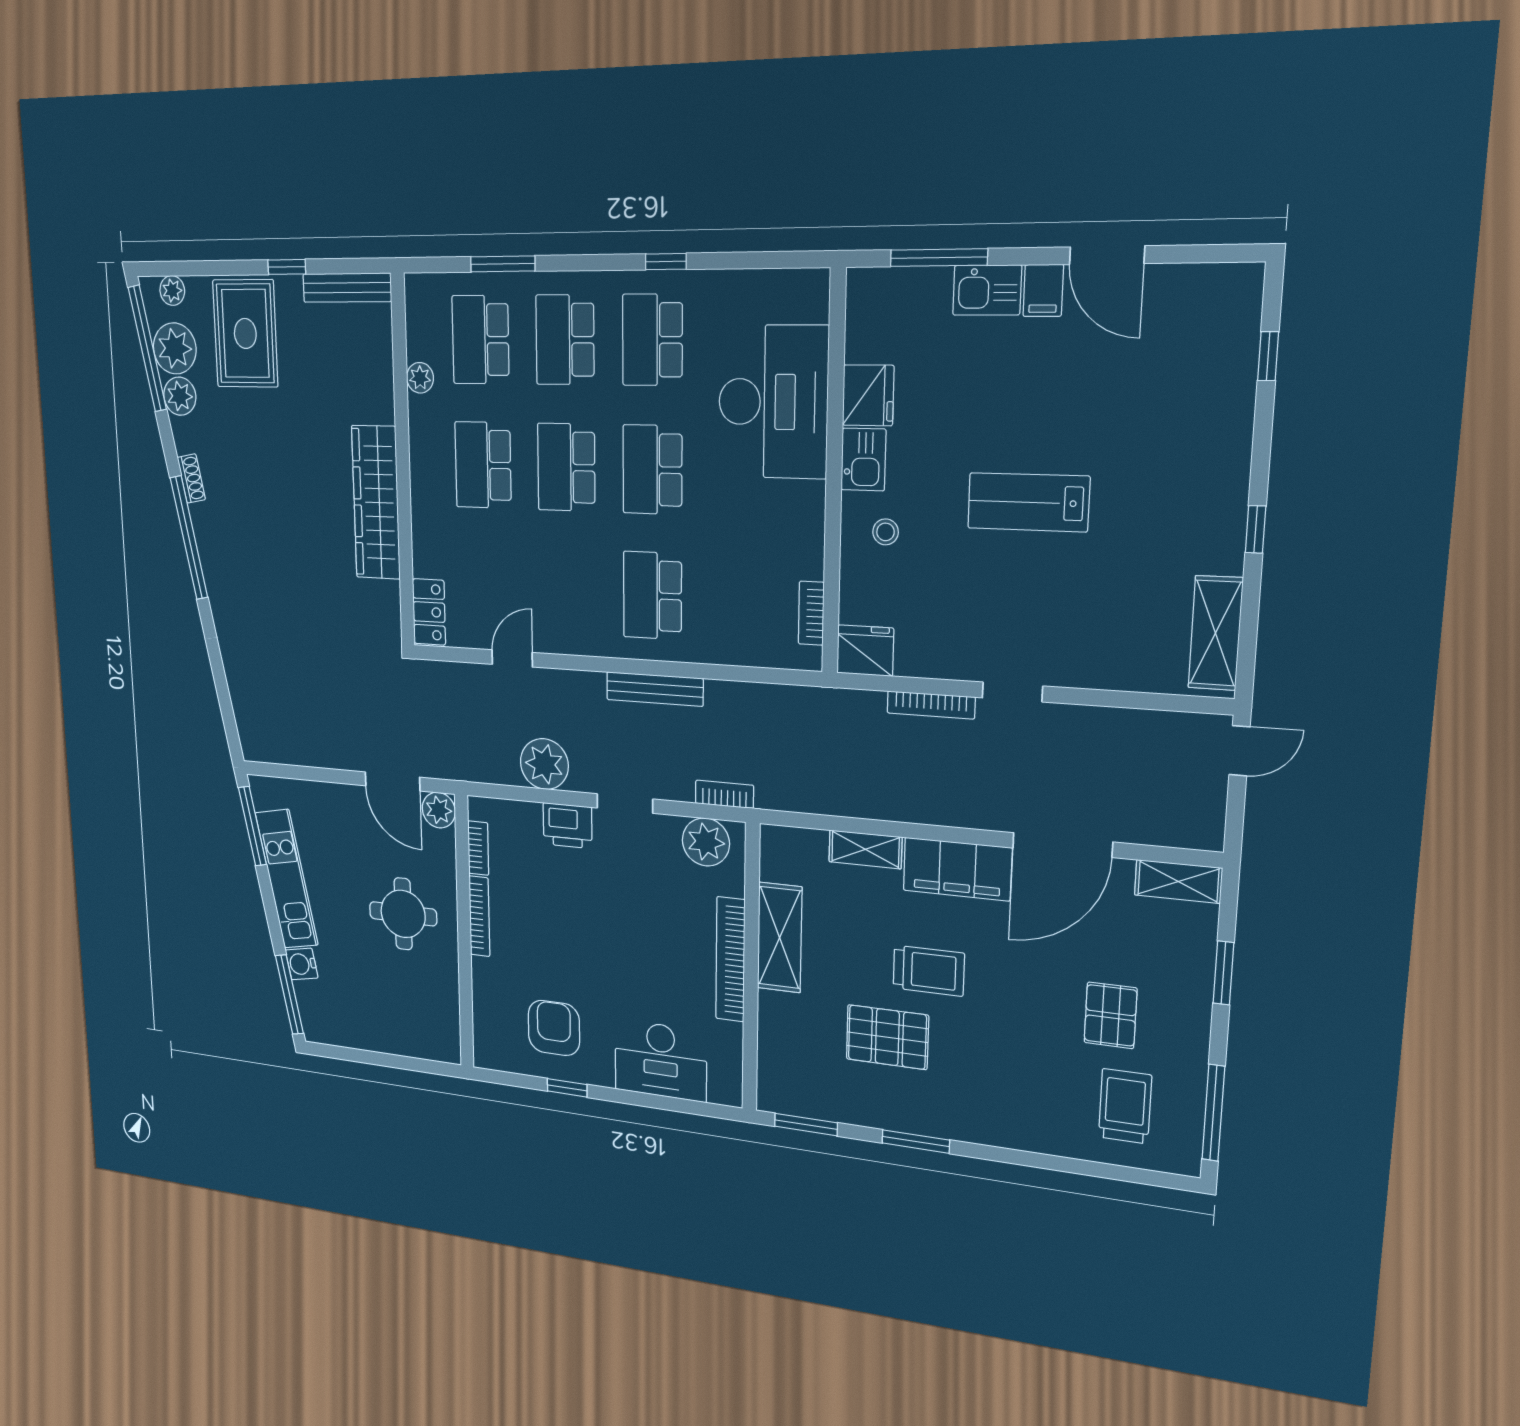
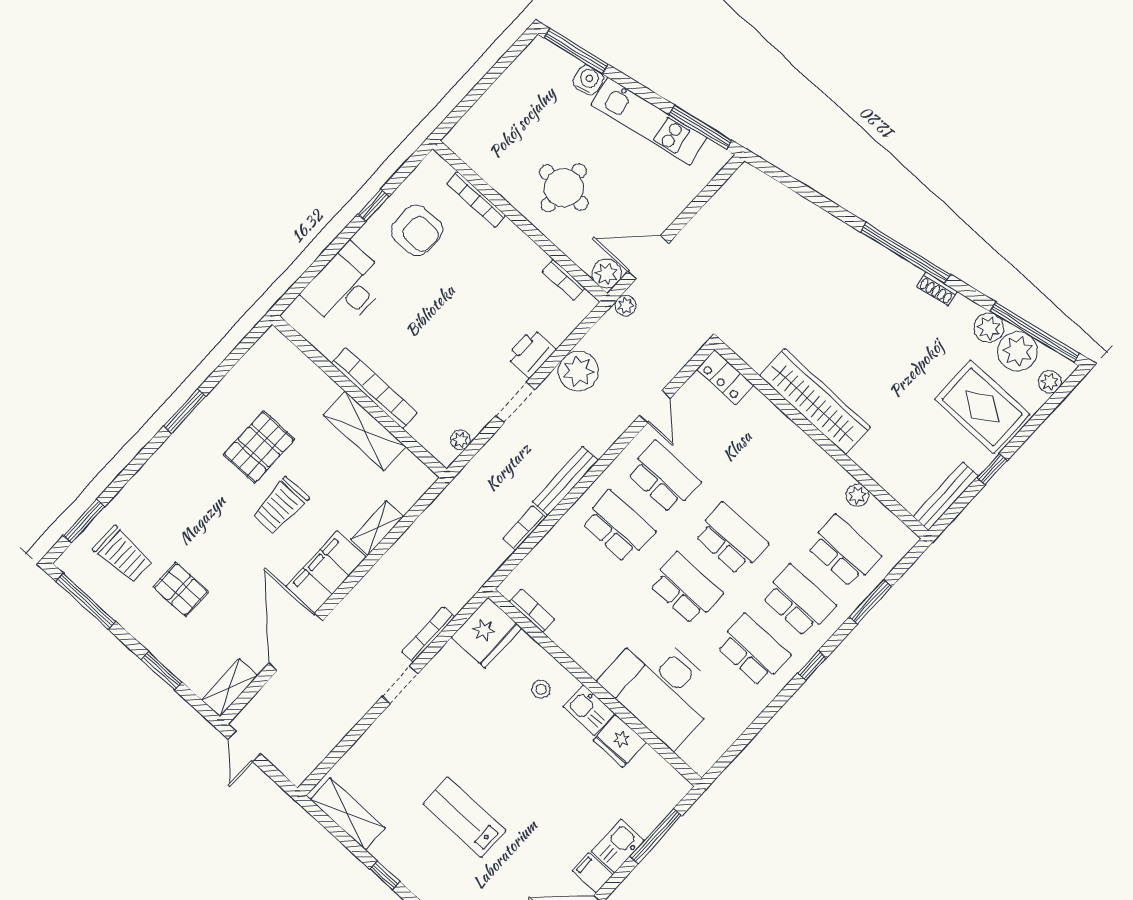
window: (666, 262) -> (812, 665), moved
school desk: (483, 465) -> (663, 477), moved
lab bench: (1028, 502) -> (464, 817), moved, turned -90
fridge: (865, 651) -> (486, 633), width x1.36, depth x1.34
door: (1240, 751) -> (244, 746), moved
plant: (450, 768) -> (626, 305), added
bookcase: (724, 794) -> (524, 528), moved, turned 180
plant: (706, 842) -> (460, 440), width x0.53, depth x0.53
bookcase: (479, 916) -> (476, 200), moved
window: (806, 1125) -> (84, 521), moved

